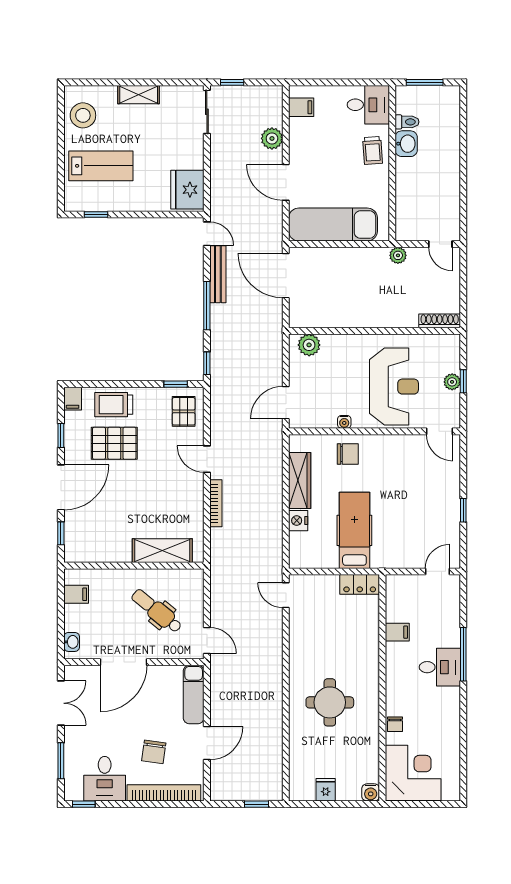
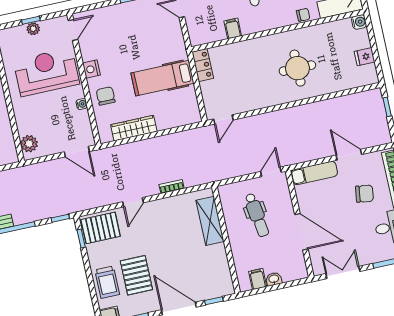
pallet: (184, 411) -> (101, 228), width x1.50, depth x1.42
bookcase: (216, 503) -> (172, 187), width x0.64
nightstand: (298, 521) -> (91, 69), moved, turned 90
dental chair: (157, 611) -> (257, 215), turned -47
washbasin: (72, 642) -> (274, 279), moved

